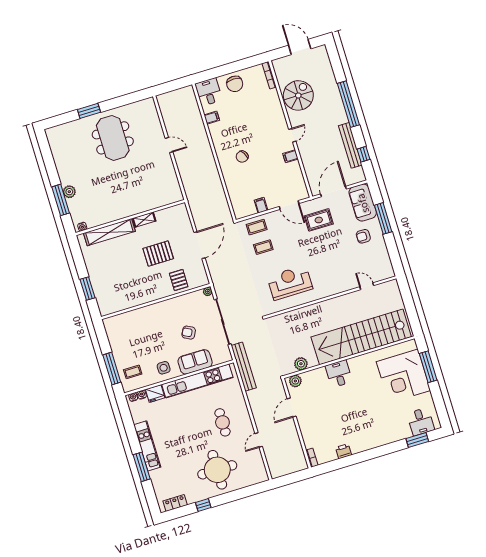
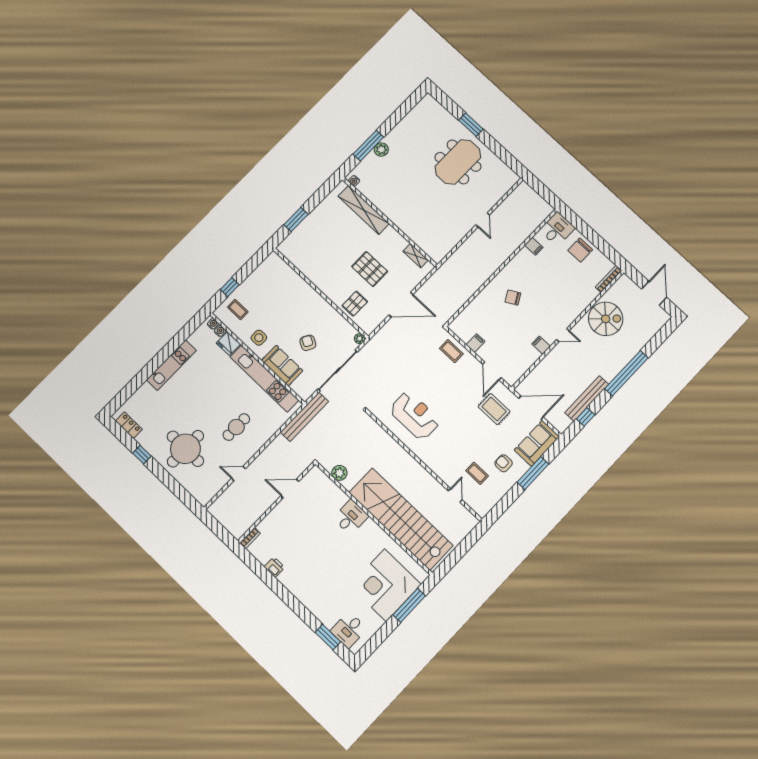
shelving: (144, 220) -> (416, 256), moved
coffee table: (263, 247) -> (477, 473), moved
window: (112, 369) -> (230, 287), width x0.46
plant: (295, 381) -> (319, 477), removed
window: (142, 467) -> (147, 371), removed

